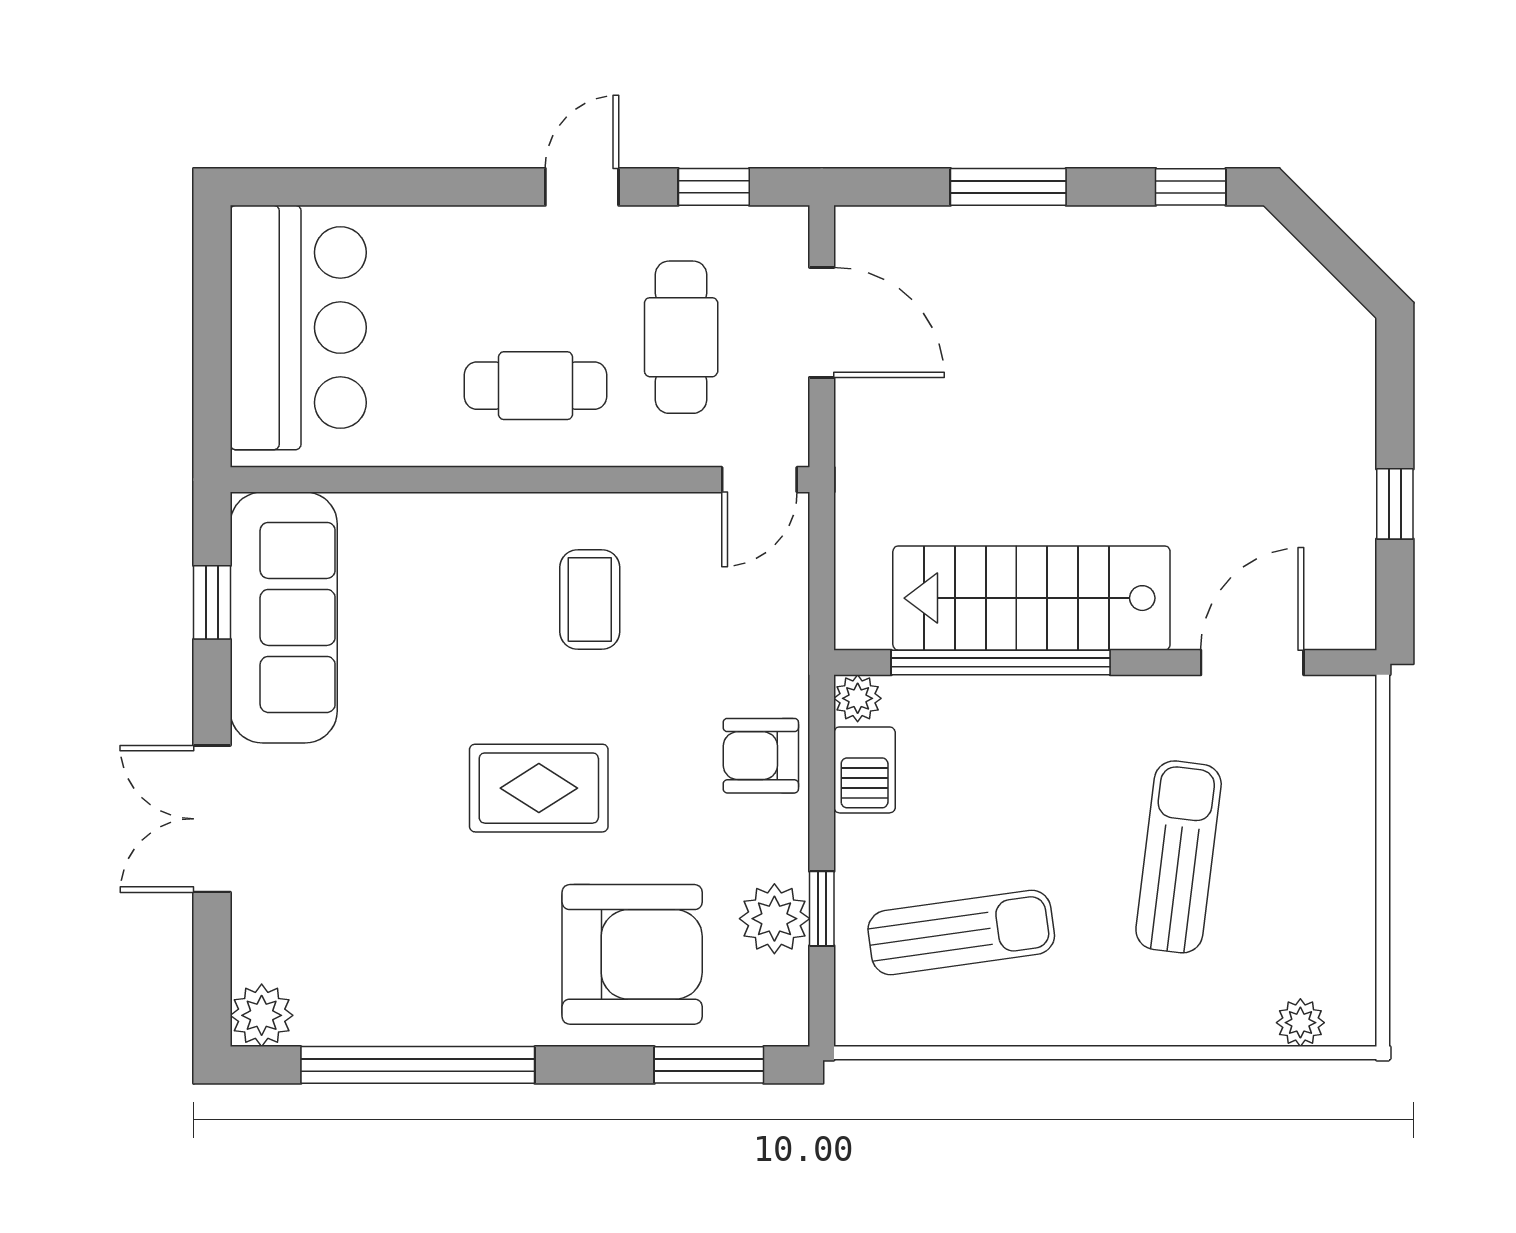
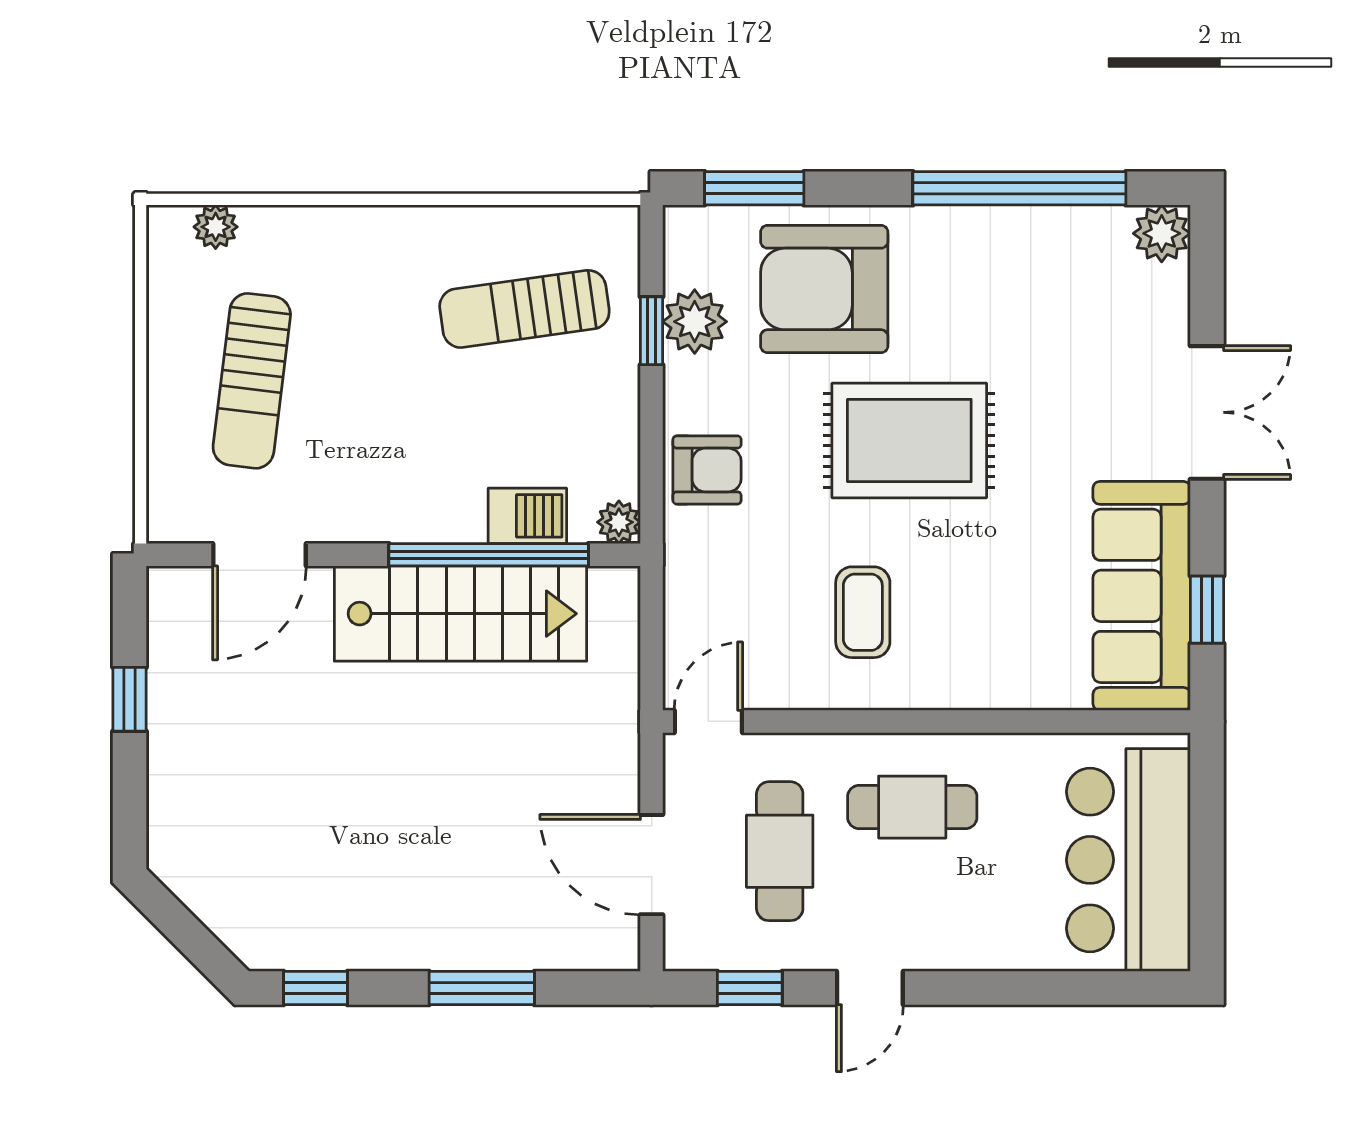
barbecue: (865, 770) -> (527, 516), moved, turned 90
rug: (539, 788) -> (909, 440), width x1.36, depth x1.43
sun lounger: (1179, 857) -> (252, 381), moved

